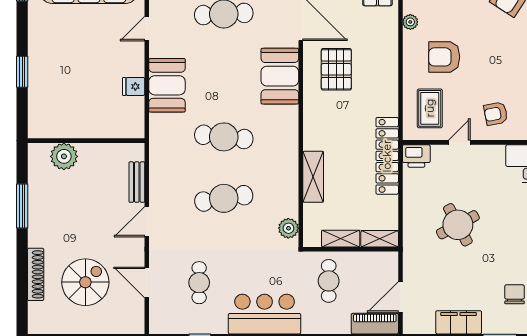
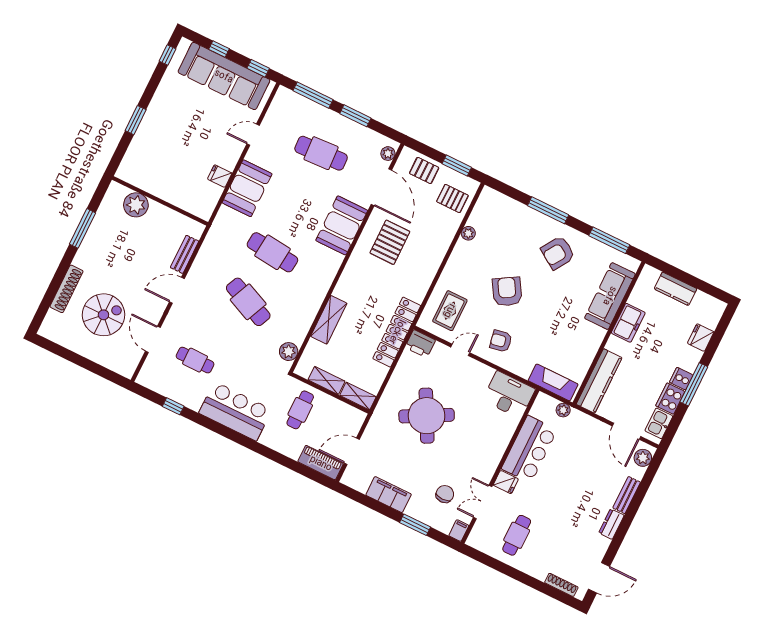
armchair: (444, 57) -> (507, 292), moved, turned 59
cafe table: (224, 198) -> (248, 302), turned 33
round table: (458, 225) -> (427, 416), width x1.36, depth x1.36
cafe table: (199, 283) -> (195, 360), turned 90

